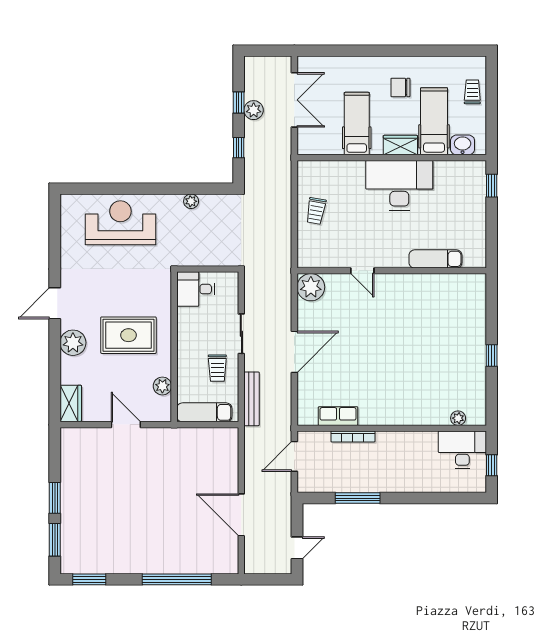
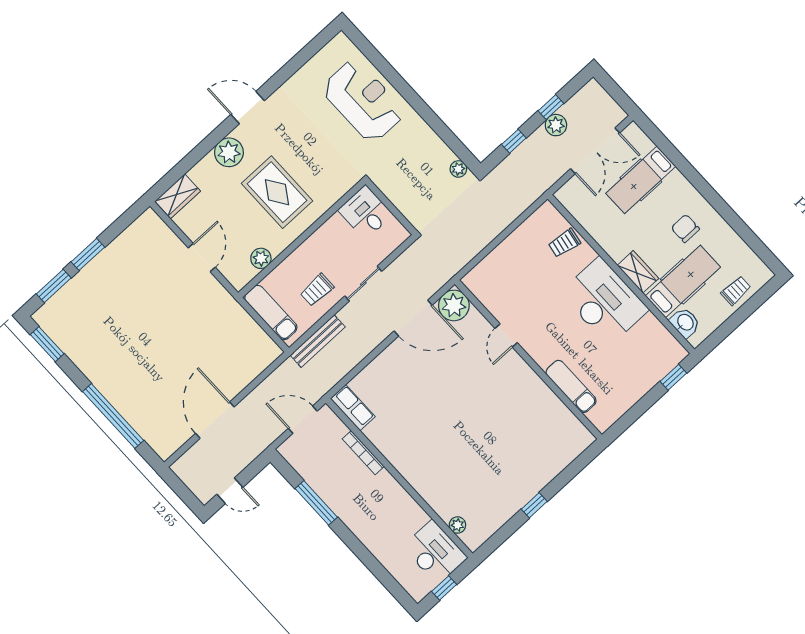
hospital bed: (357, 124) -> (641, 180), moved, turned 180
plant: (191, 201) -> (458, 169), moved
trolley: (316, 211) -> (564, 243), moved
door: (294, 352) -> (413, 318), moved
row of seats: (338, 416) -> (353, 408), moved

